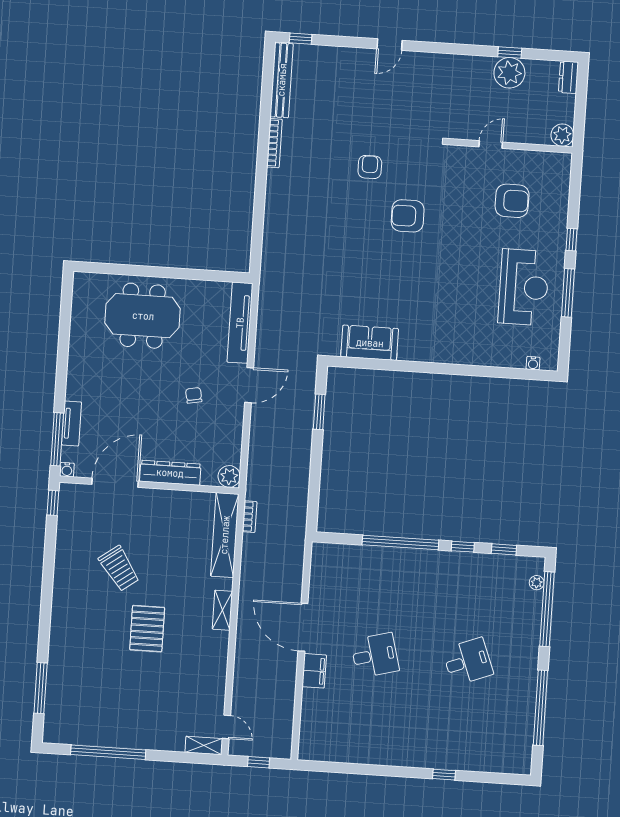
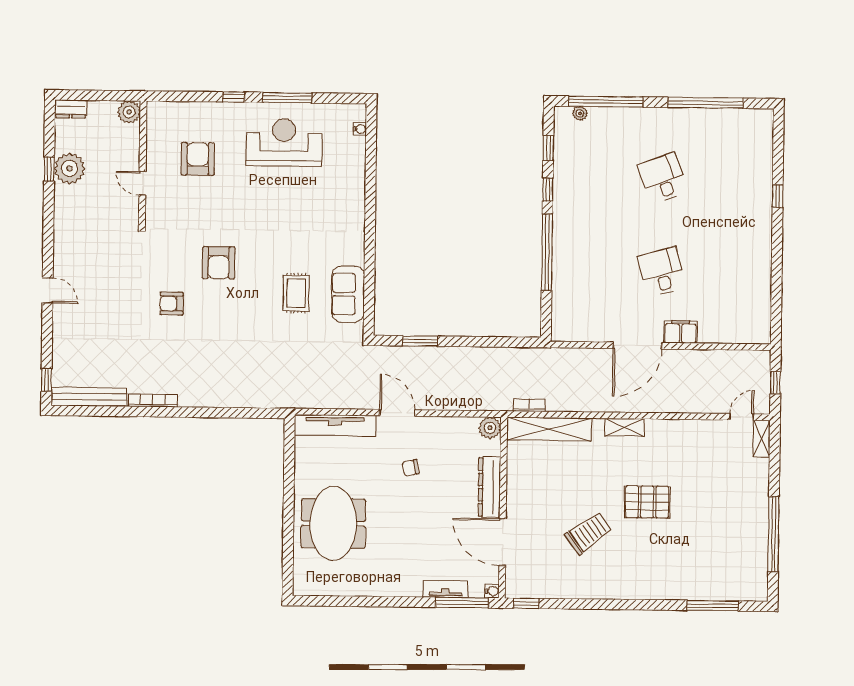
rug: (373, 291) -> (296, 293), added

